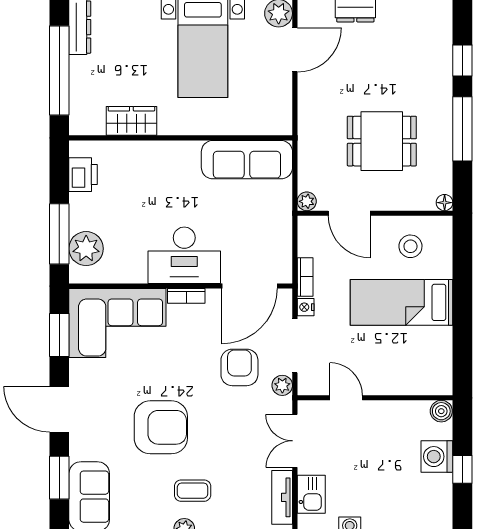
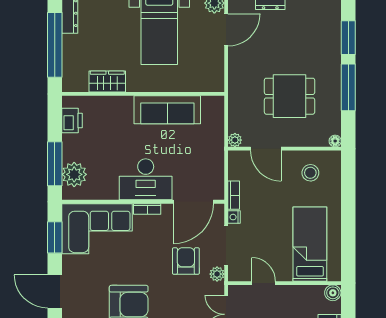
window: (462, 61) -> (348, 38), width x1.50
sofa: (247, 160) -> (167, 110), moved
bed: (402, 302) -> (310, 244), moved, turned 90

